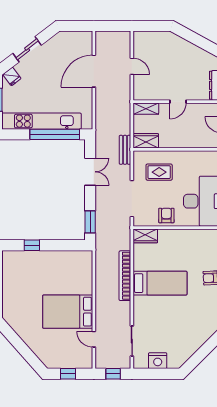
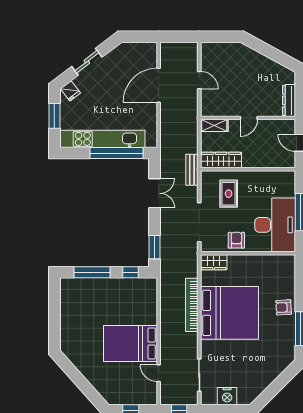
wardrobe: (146, 141) -> (221, 160), width x1.50
rug: (159, 172) -> (229, 194), turned 90
window: (32, 245) -> (92, 272), width x2.17
window: (68, 245) -> (131, 272), added
bed: (160, 283) -> (229, 313), width x2.04

